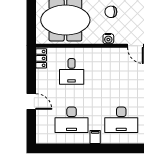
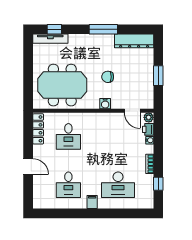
locker: (41, 58) -> (38, 129), width x1.53
desk: (72, 120) -> (68, 185), width x0.73

